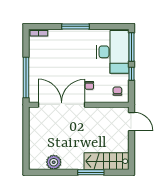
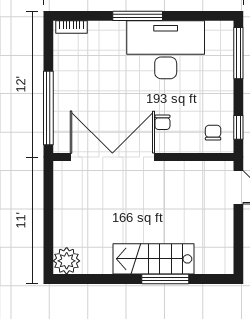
desk: (113, 52) -> (166, 50), moved, turned -90
window: (131, 74) -> (238, 127), moved
stairs: (106, 161) -> (154, 259), moved
plant: (54, 162) -> (67, 261), moved

